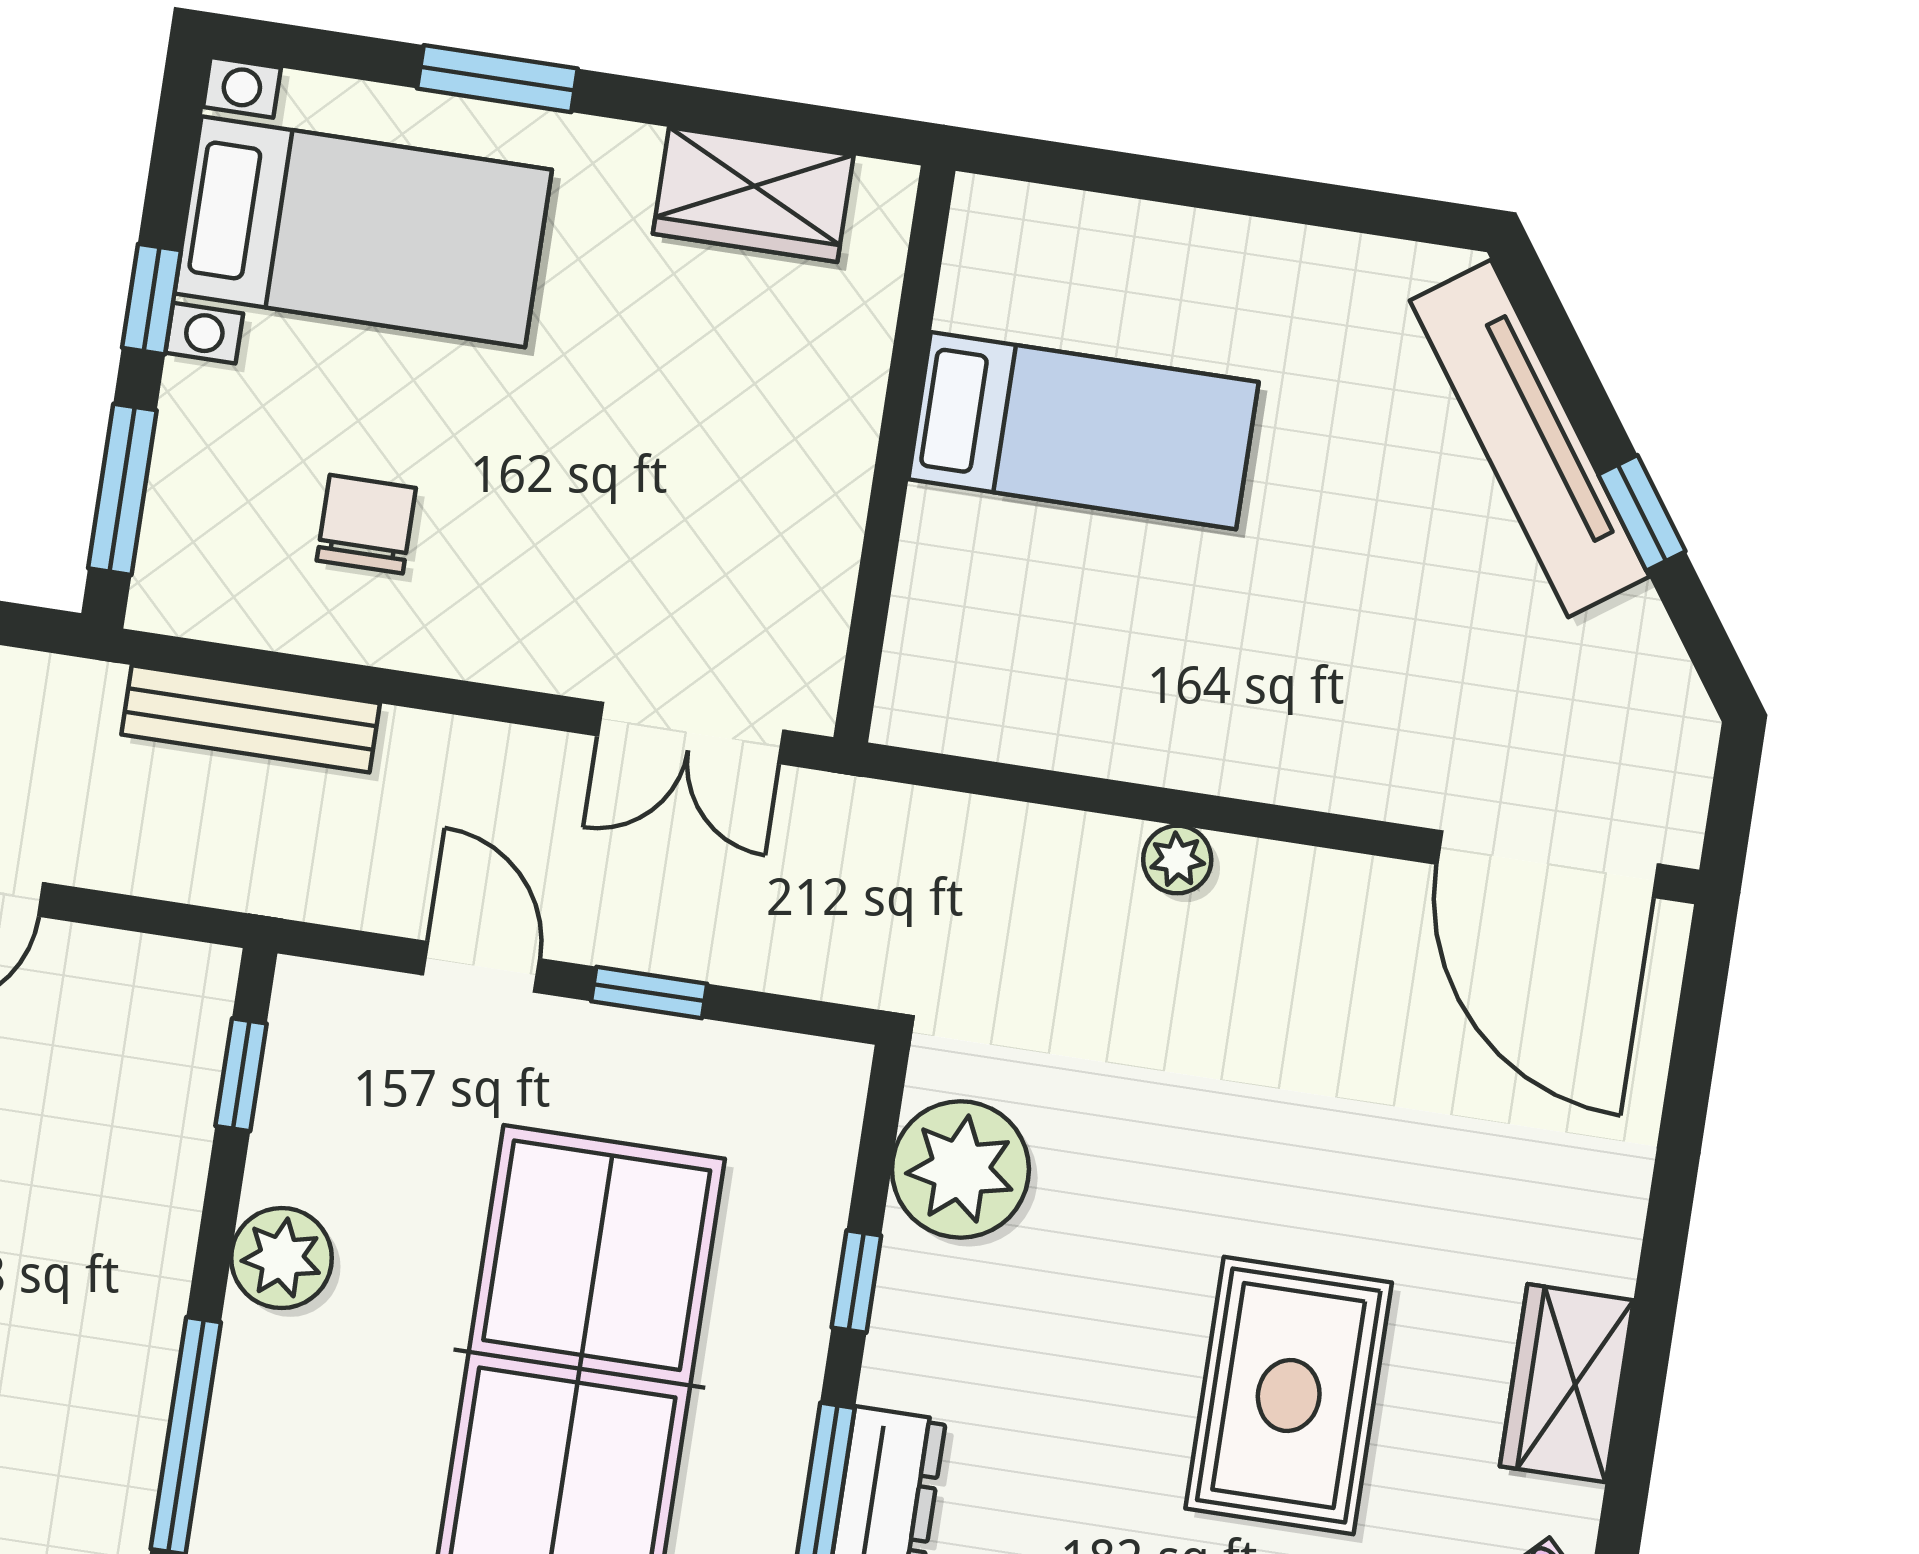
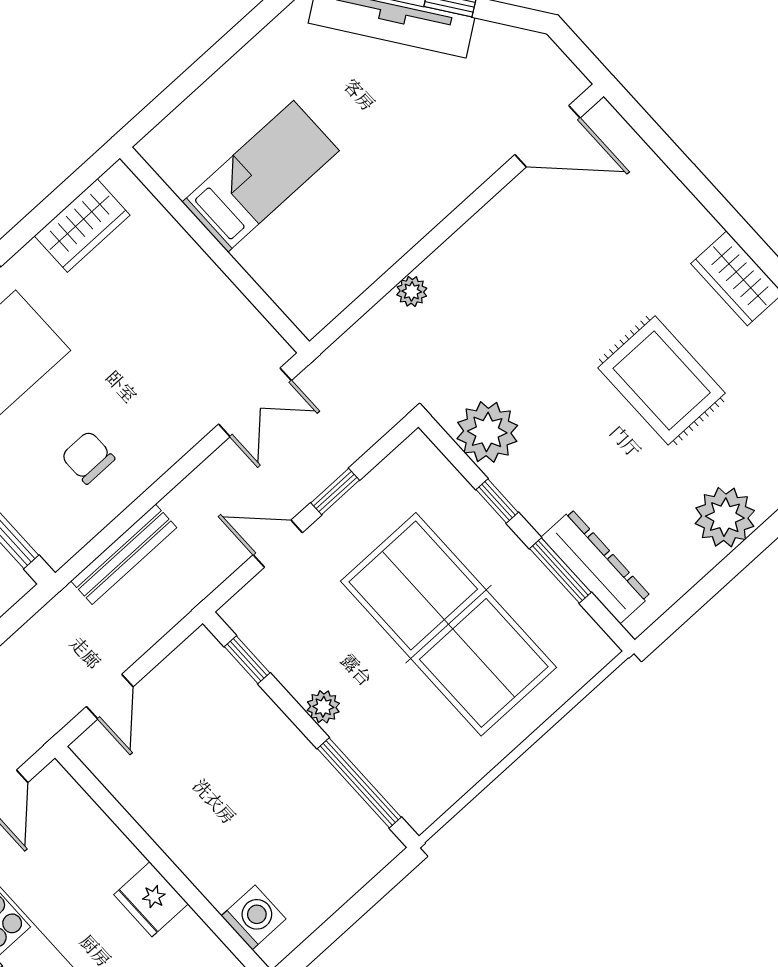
plant: (1177, 859) -> (412, 291), moved
door: (1548, 864) -> (547, 136), width x0.73
plant: (282, 1258) -> (323, 707), width x0.73, depth x0.73

